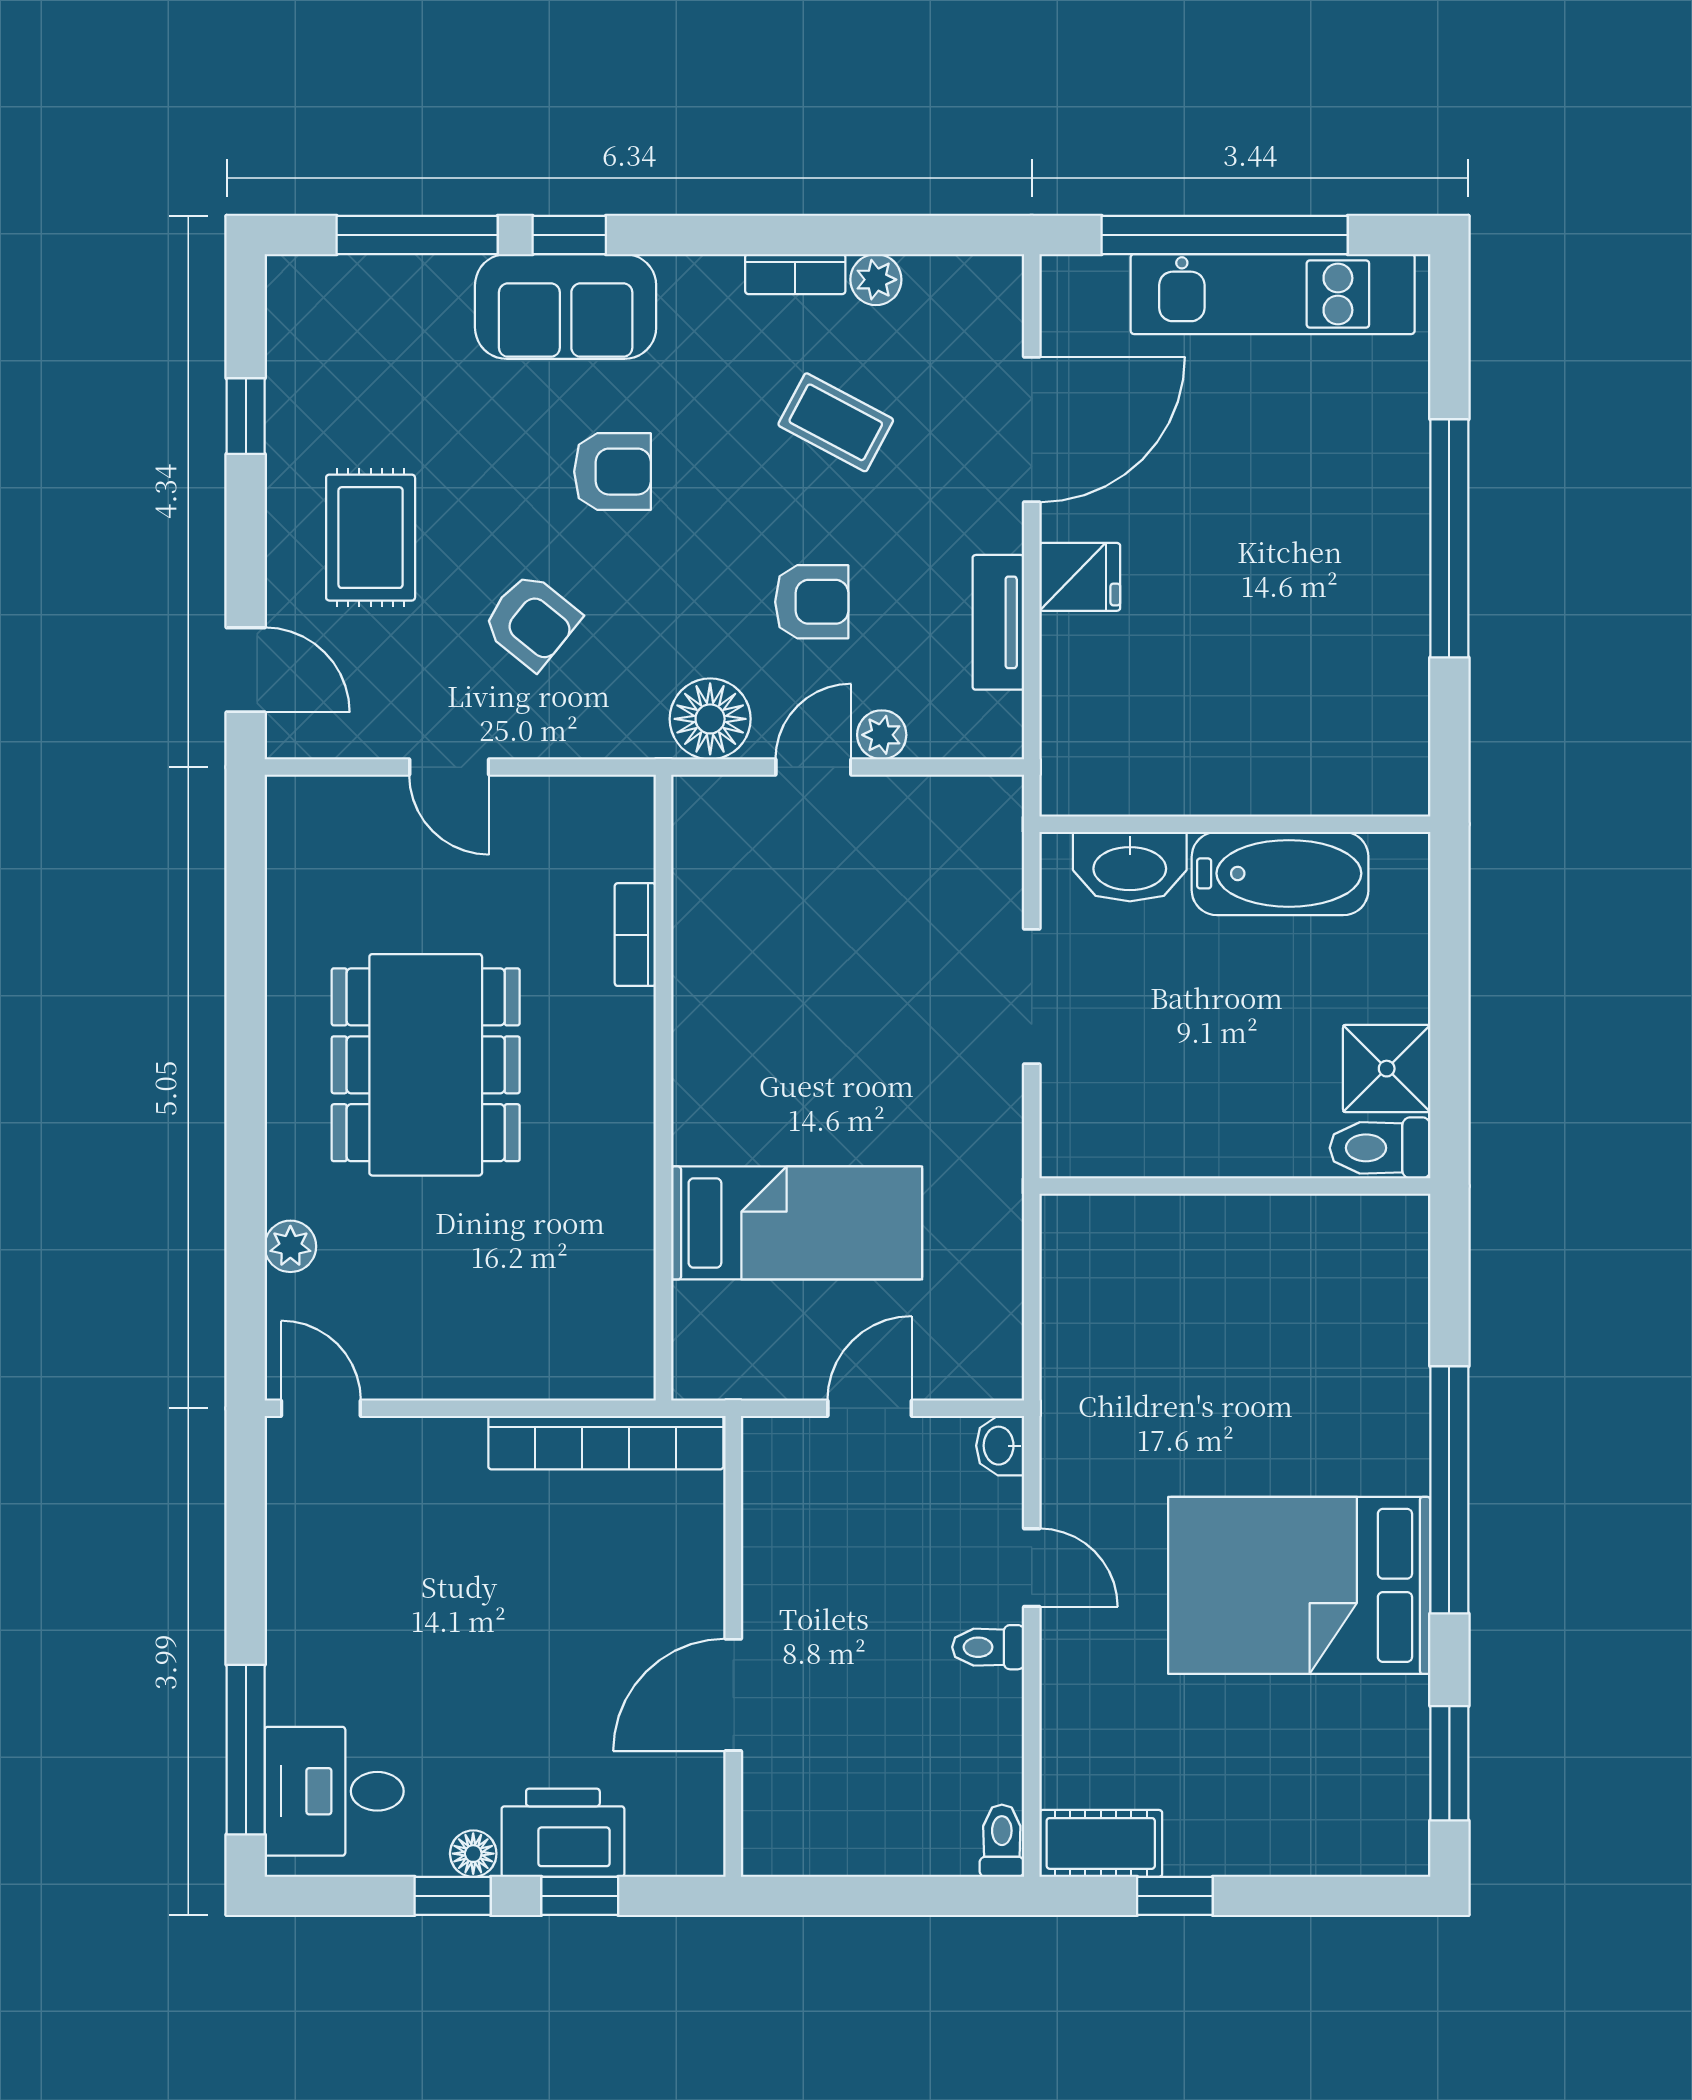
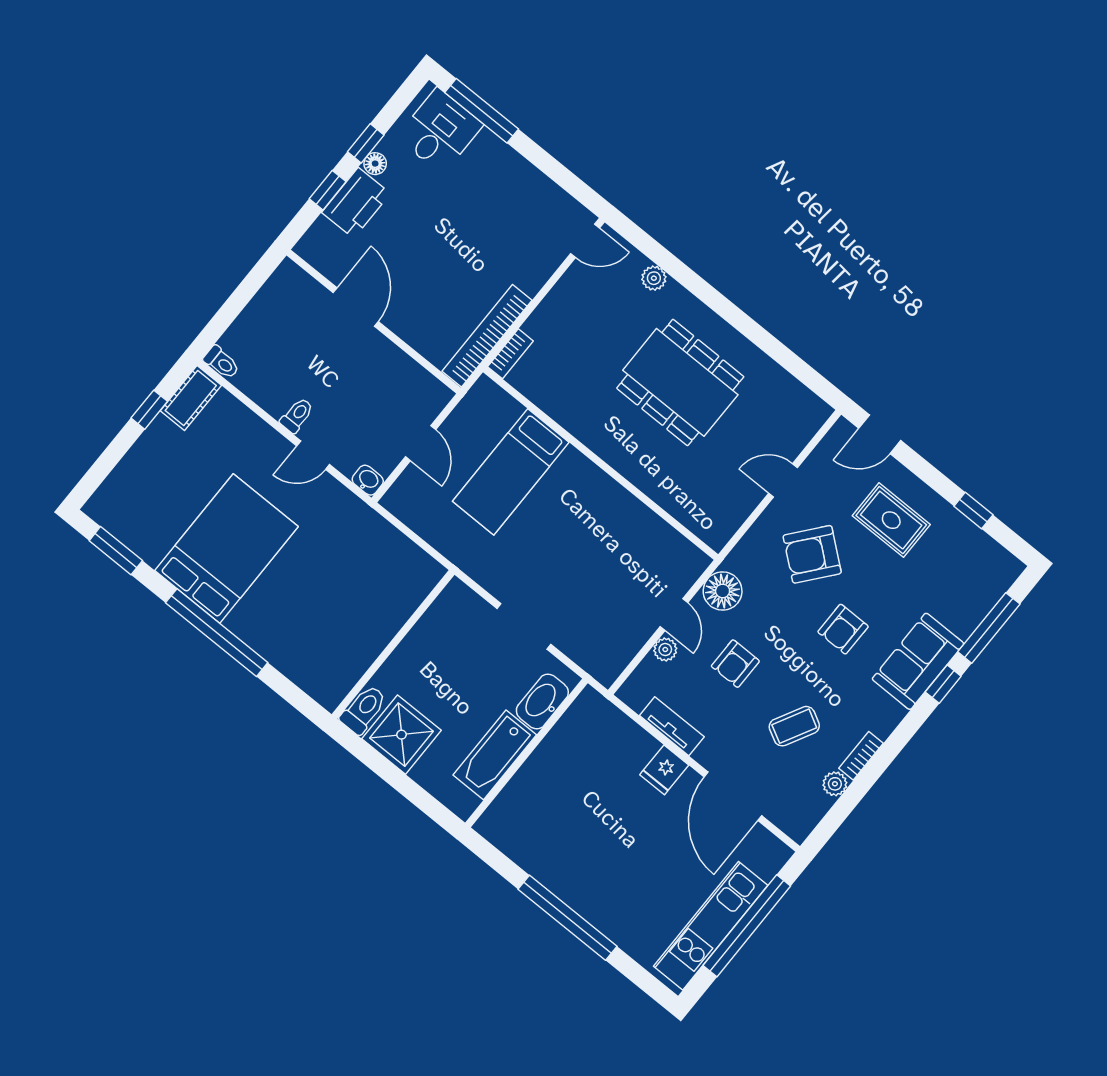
armchair: (531, 621) -> (812, 554), width x1.38, depth x1.38
bookcase: (635, 935) -> (510, 354), moved, turned 90
shower: (1387, 1069) -> (402, 735), width x1.36, depth x1.36

